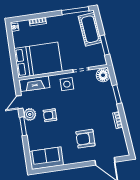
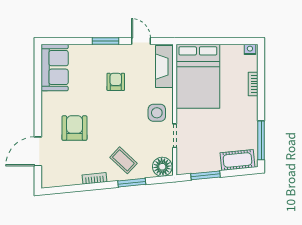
cot: (90, 29) -> (237, 160), width x0.73, depth x0.75
coffee table: (102, 102) -> (123, 160), added
plant: (30, 114) -> (121, 53), removed

